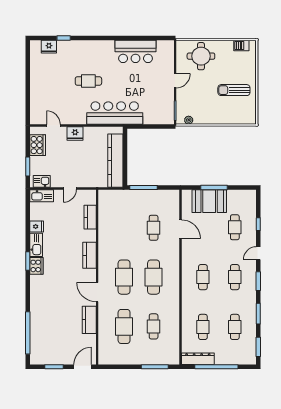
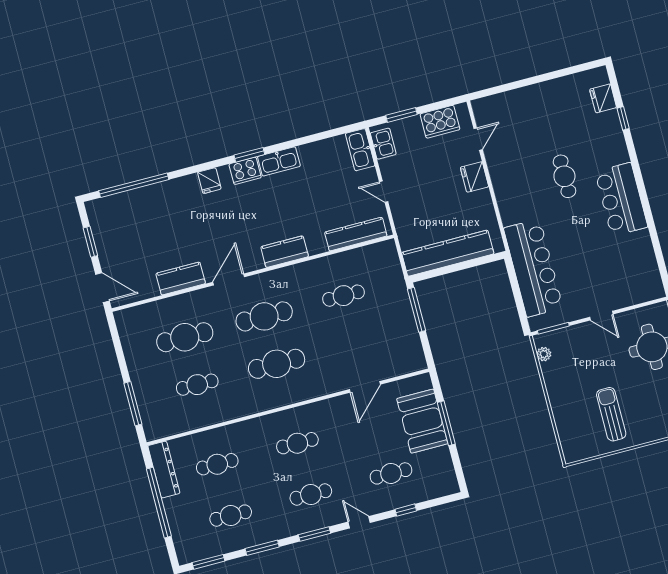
bar counter: (136, 51) -> (621, 199), moved
bar counter: (115, 113) -> (533, 268), moved
kitchen counter: (90, 217) -> (356, 234), width x1.50
fridge: (37, 227) -> (209, 181), moved
cafe table: (154, 228) -> (343, 296), moved

